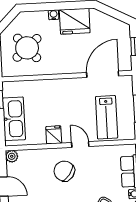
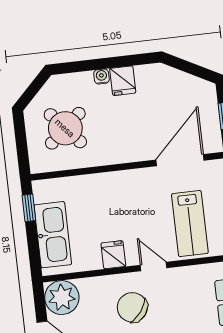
fridge: (75, 21) -> (123, 81), width x0.53, depth x0.75
plant: (12, 156) -> (62, 298), width x1.88, depth x1.88

